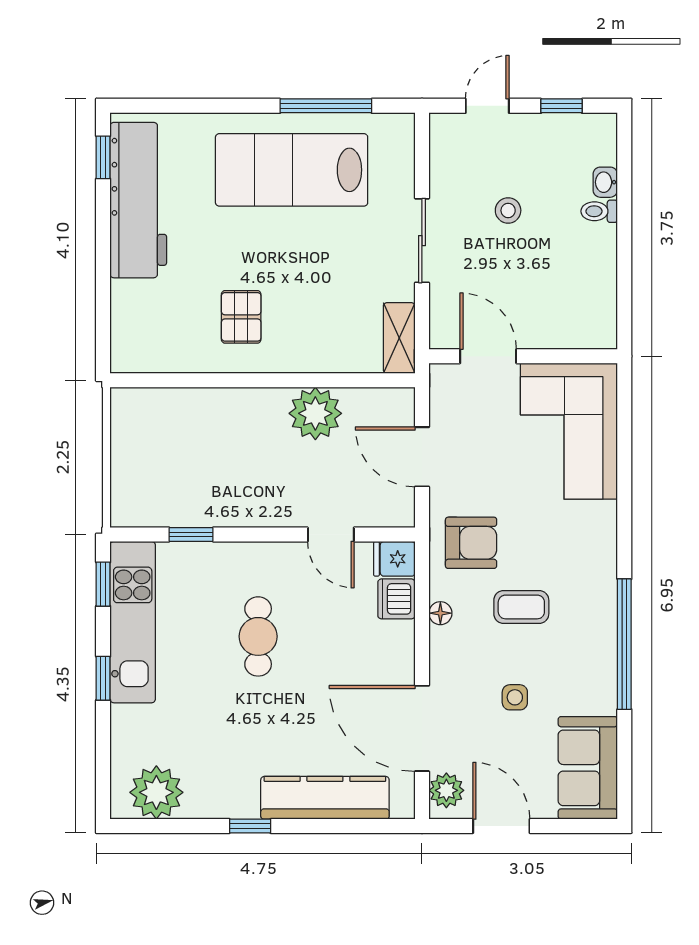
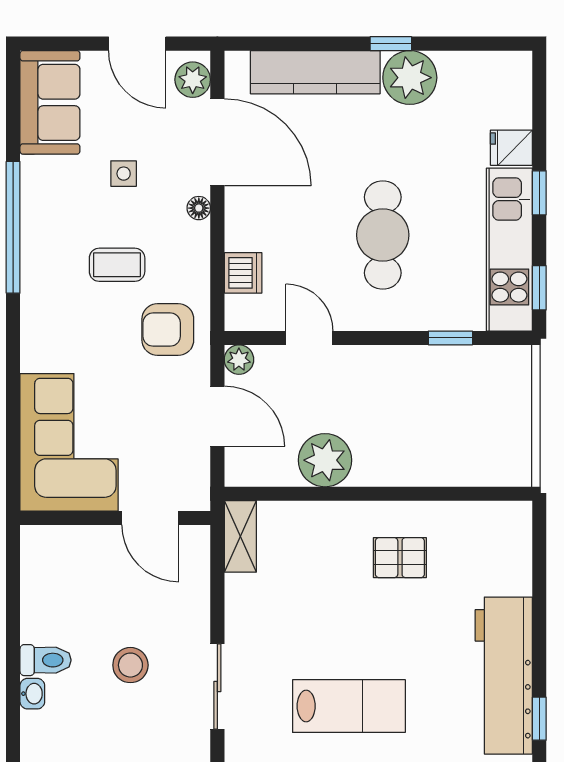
lab bench: (292, 170) -> (349, 706), width x0.73, depth x0.72
stool: (508, 210) -> (130, 665), width x1.37, depth x1.37
toilet: (599, 211) -> (46, 660), width x1.37, depth x1.39
sliding door: (422, 241) -> (217, 687), moved
pallet: (241, 317) -> (400, 558), turned 90
plant: (401, 513) -> (239, 360), added
fridge: (394, 559) -> (511, 148), moved, turned 180
floor lamp: (440, 613) -> (199, 208), moved
cafe table: (258, 636) -> (383, 235), width x1.37, depth x1.35
plant: (156, 792) -> (410, 78), moved

